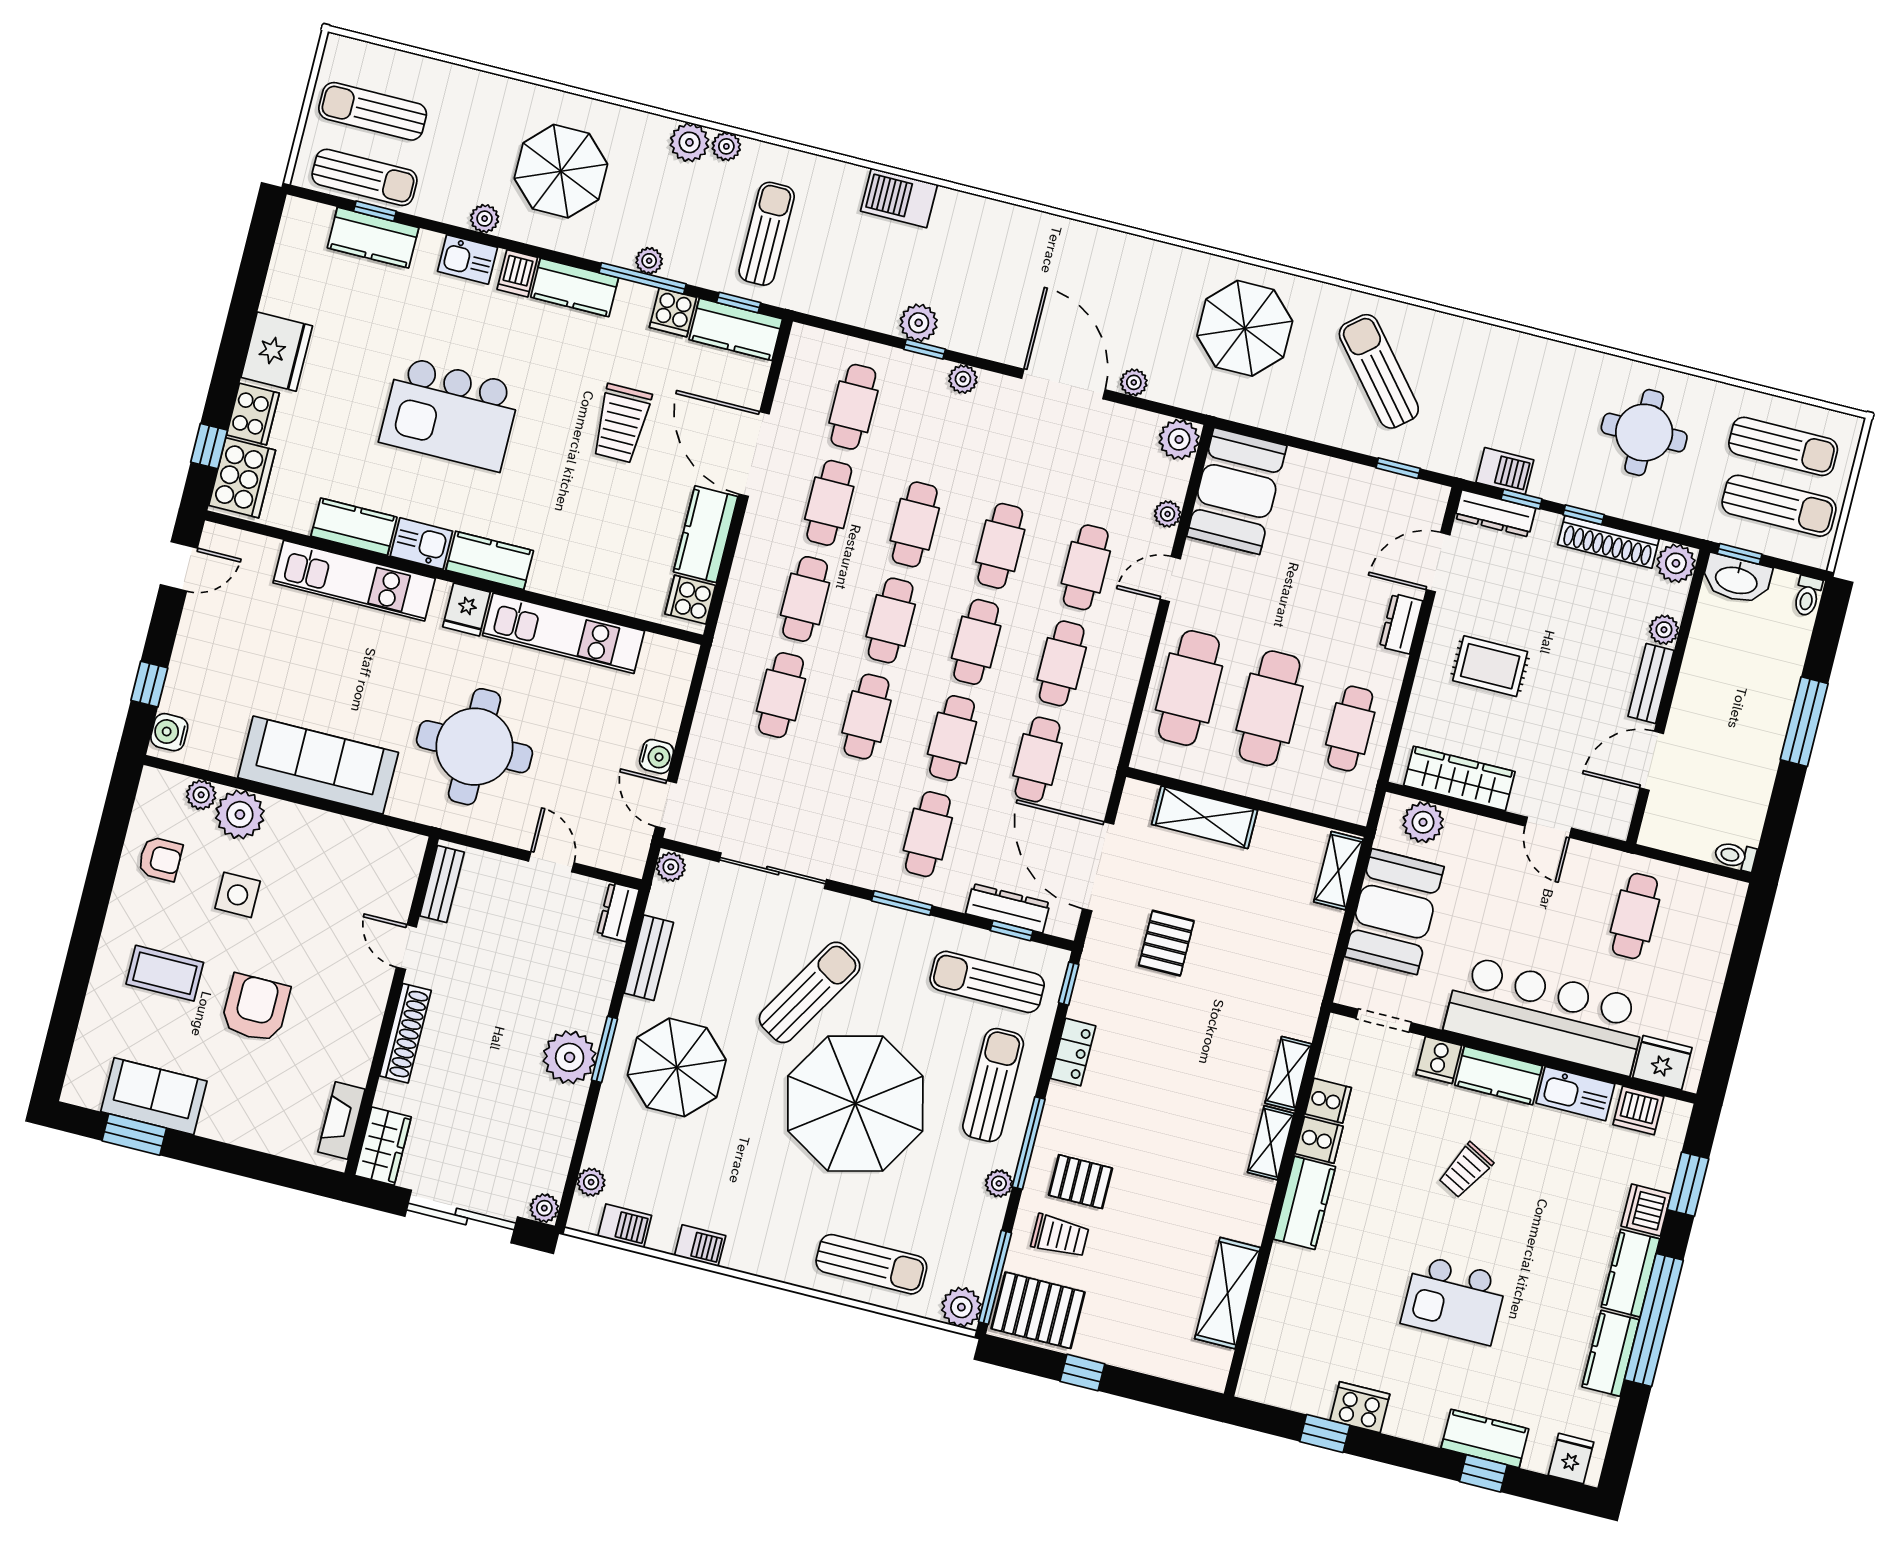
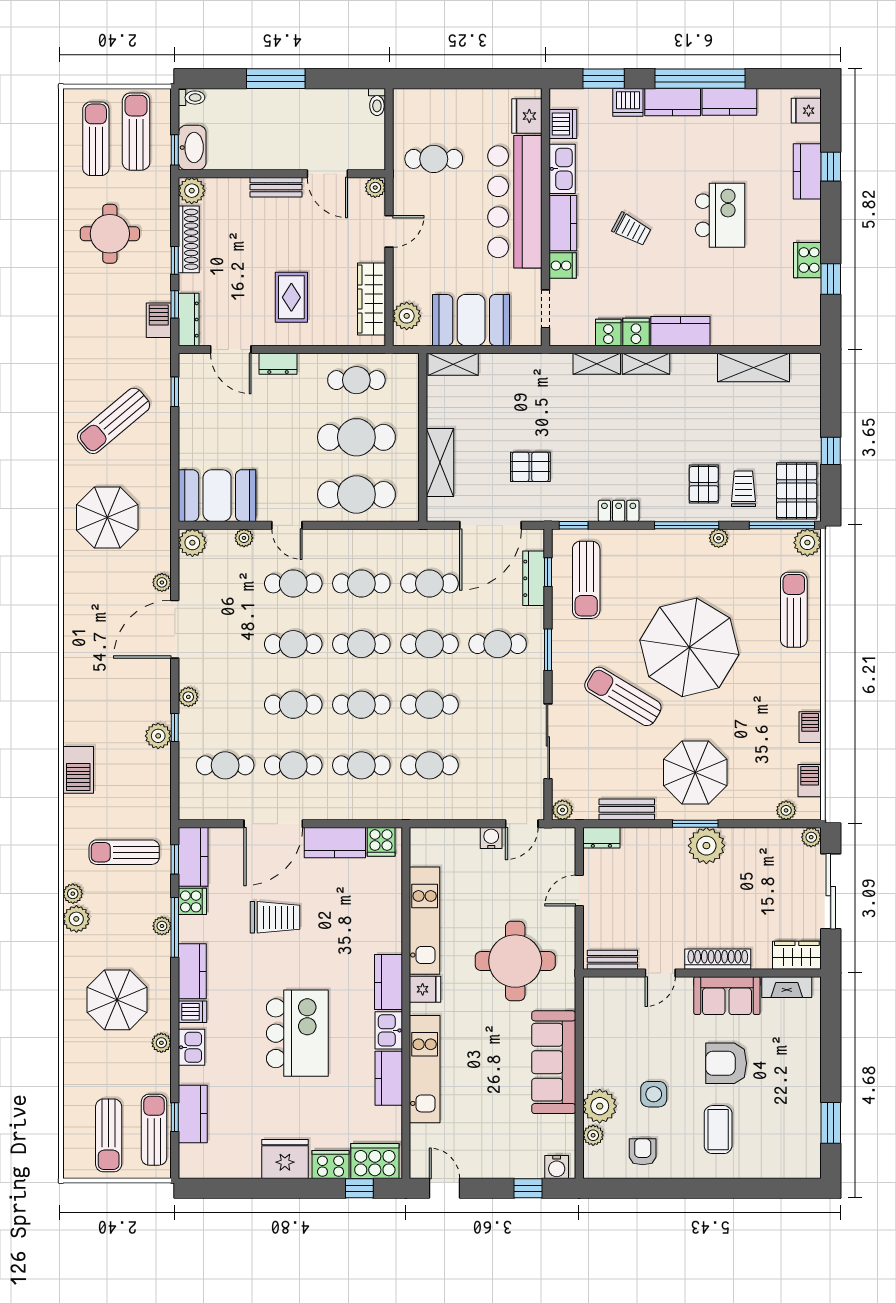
plant: (1664, 630) -> (375, 187), moved
sun lounger: (993, 1085) -> (654, 559), removed
sofa: (154, 1096) -> (727, 996), moved, turned -90

